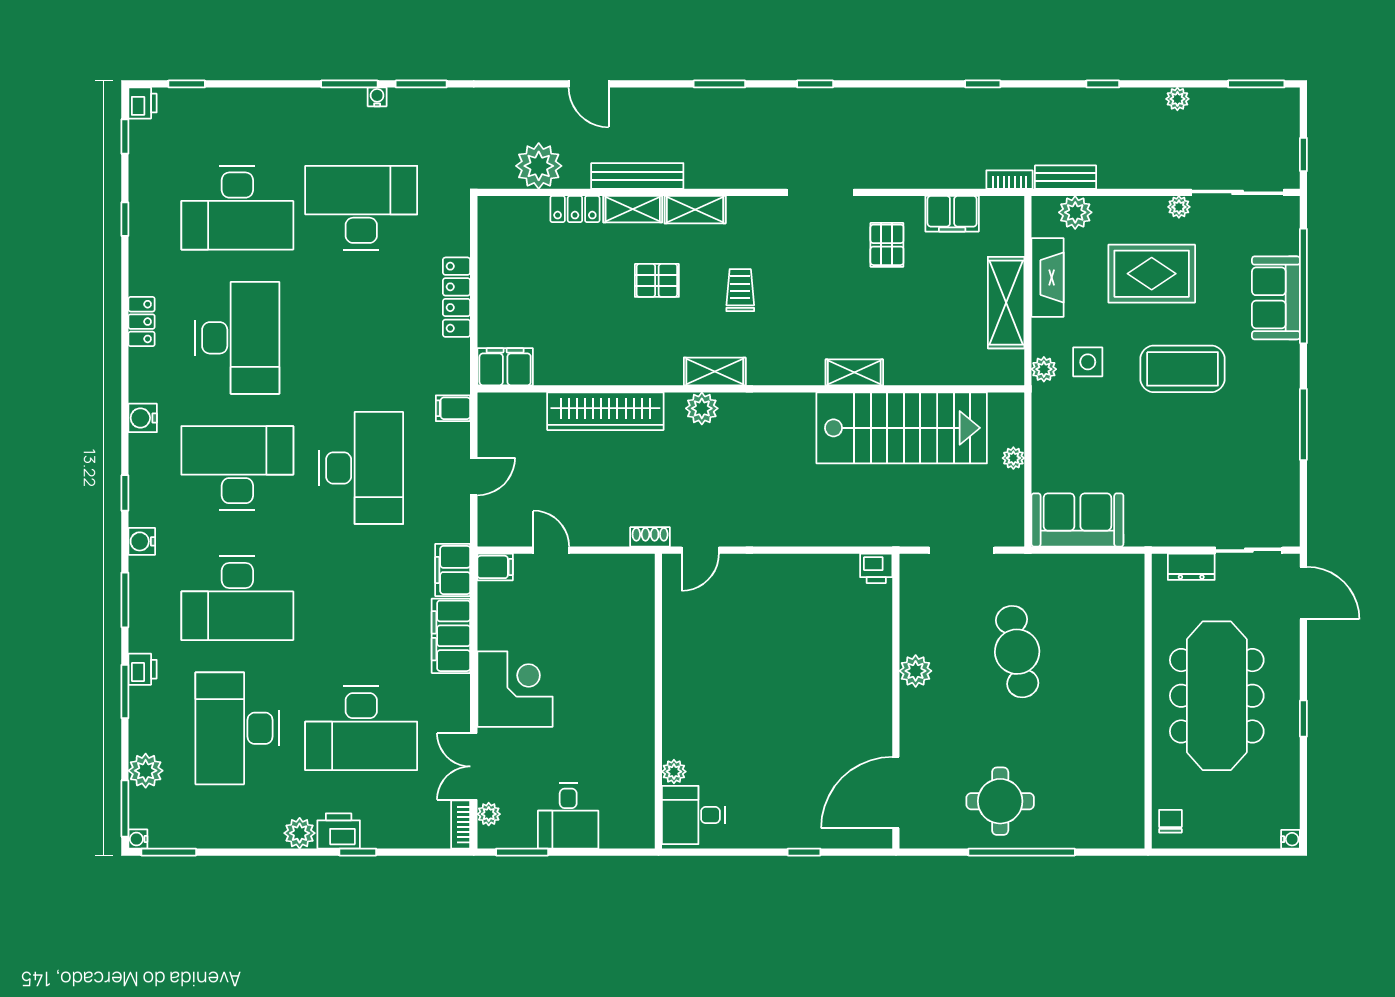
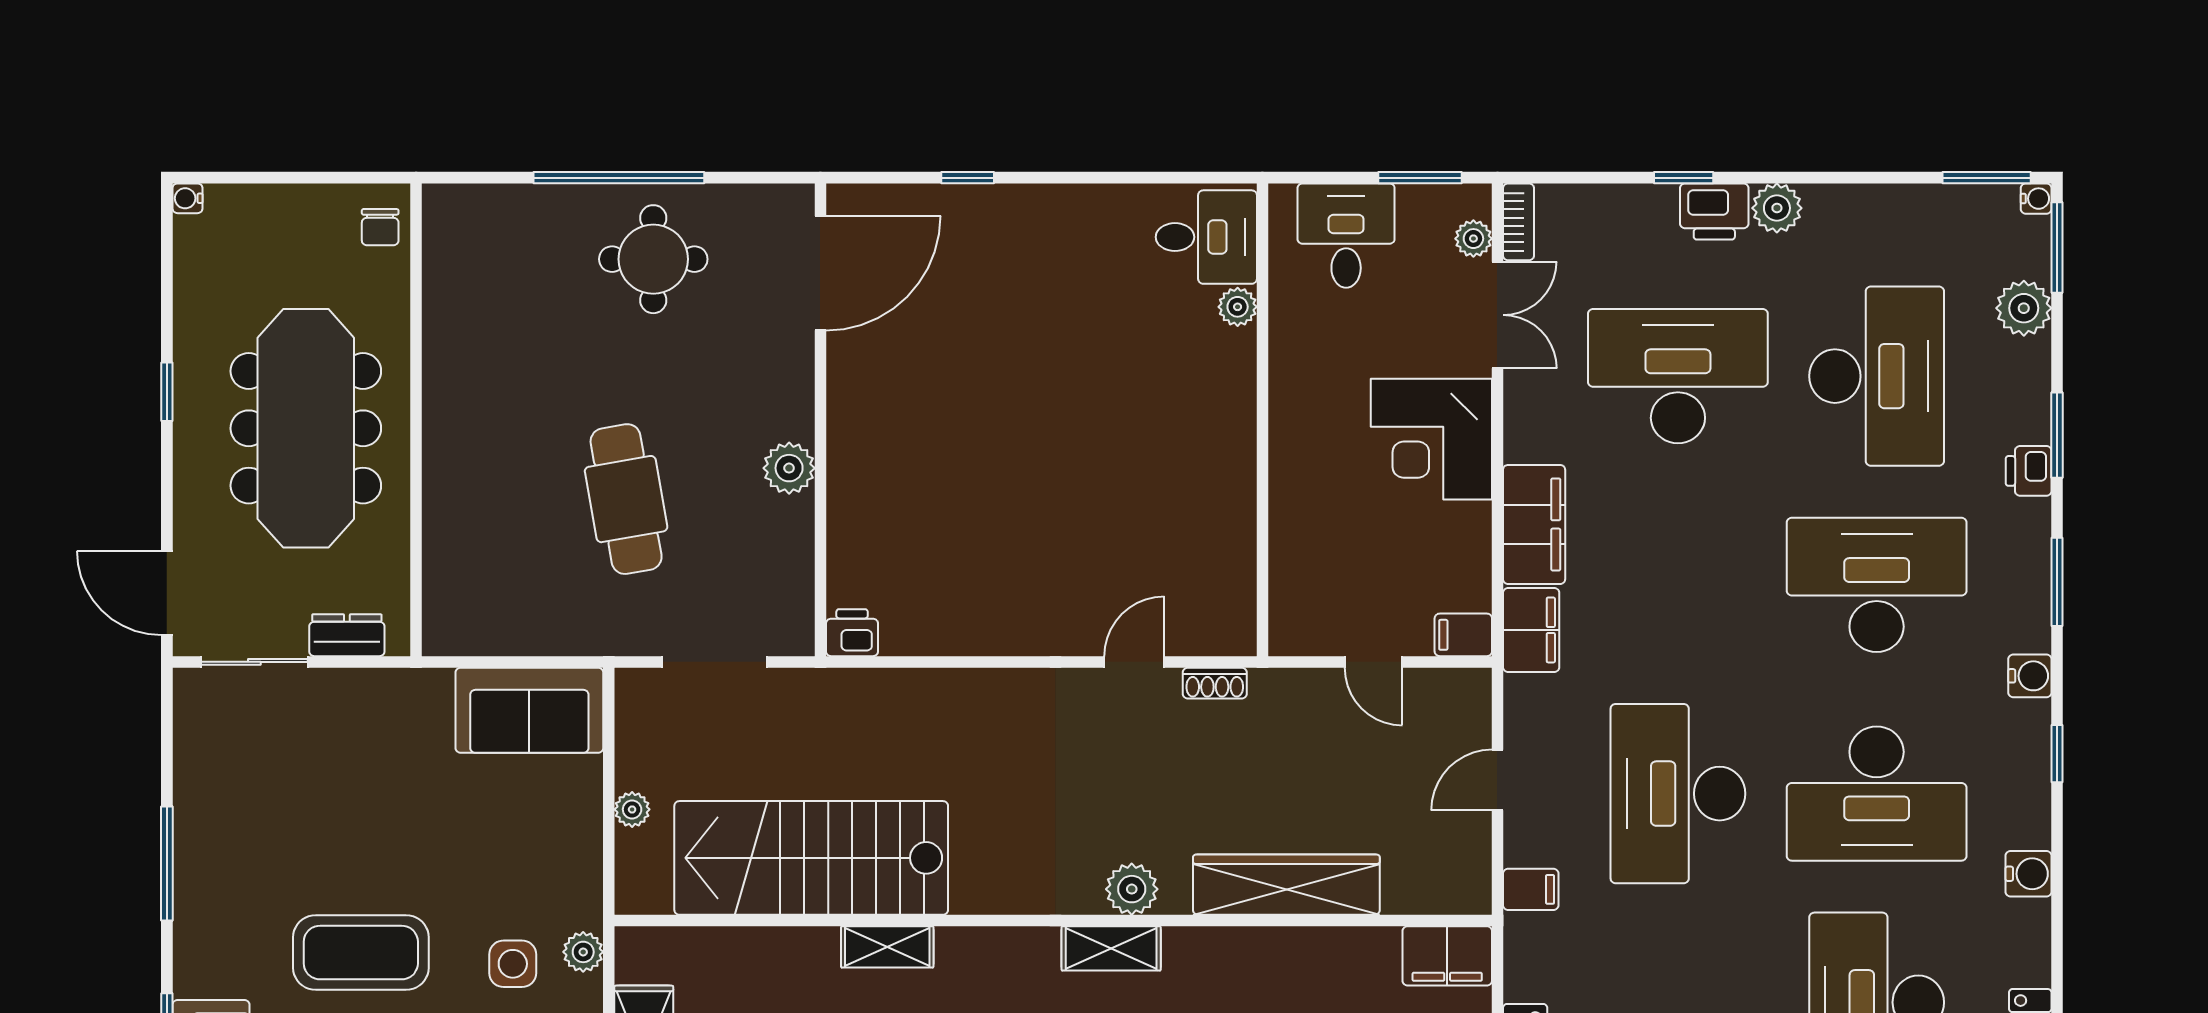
wall: (658, 701) -> (1262, 420), moved
plant: (674, 772) -> (1238, 307), moved
desk: (693, 815) -> (1206, 237), moved

